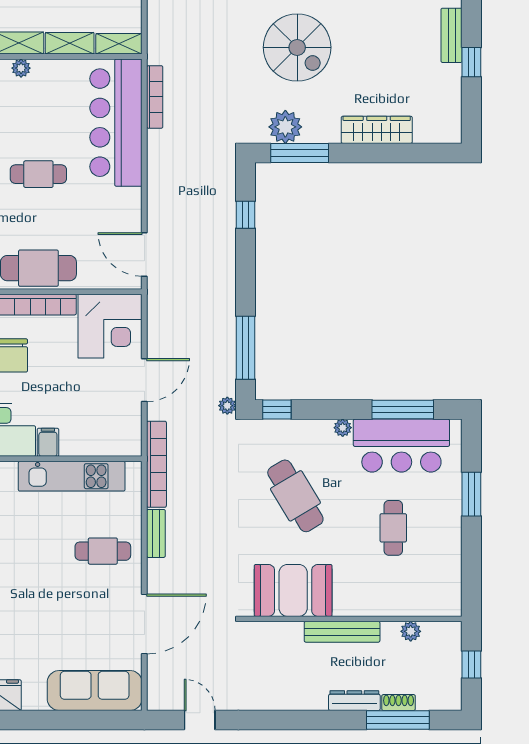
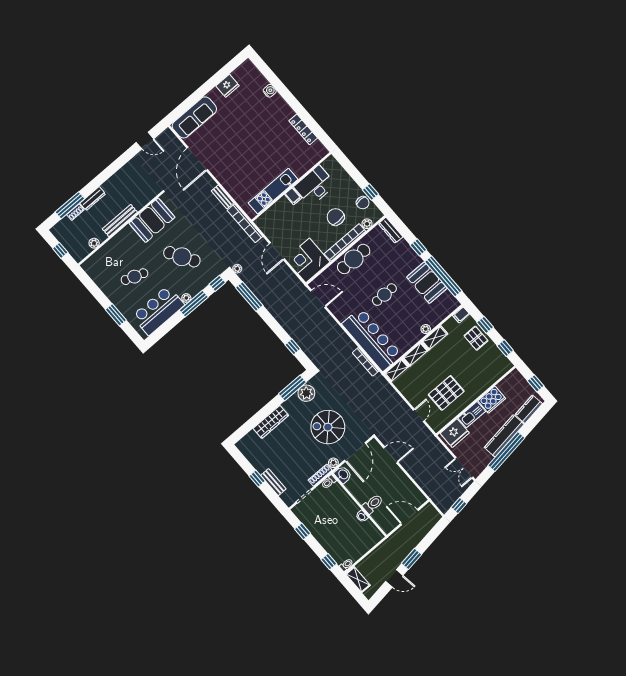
window: (403, 409) -> (194, 304), moved
cafe table: (393, 528) -> (134, 277), turned -70
cafe table: (103, 551) -> (237, 173), removed

